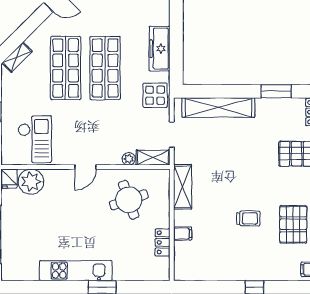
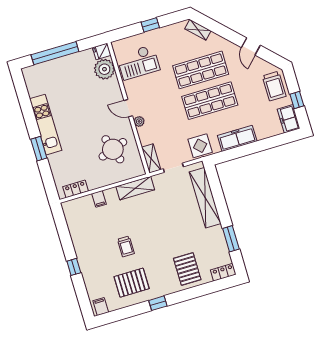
plant: (129, 159) -> (139, 121), moved
locker: (163, 242) -> (76, 189), moved

